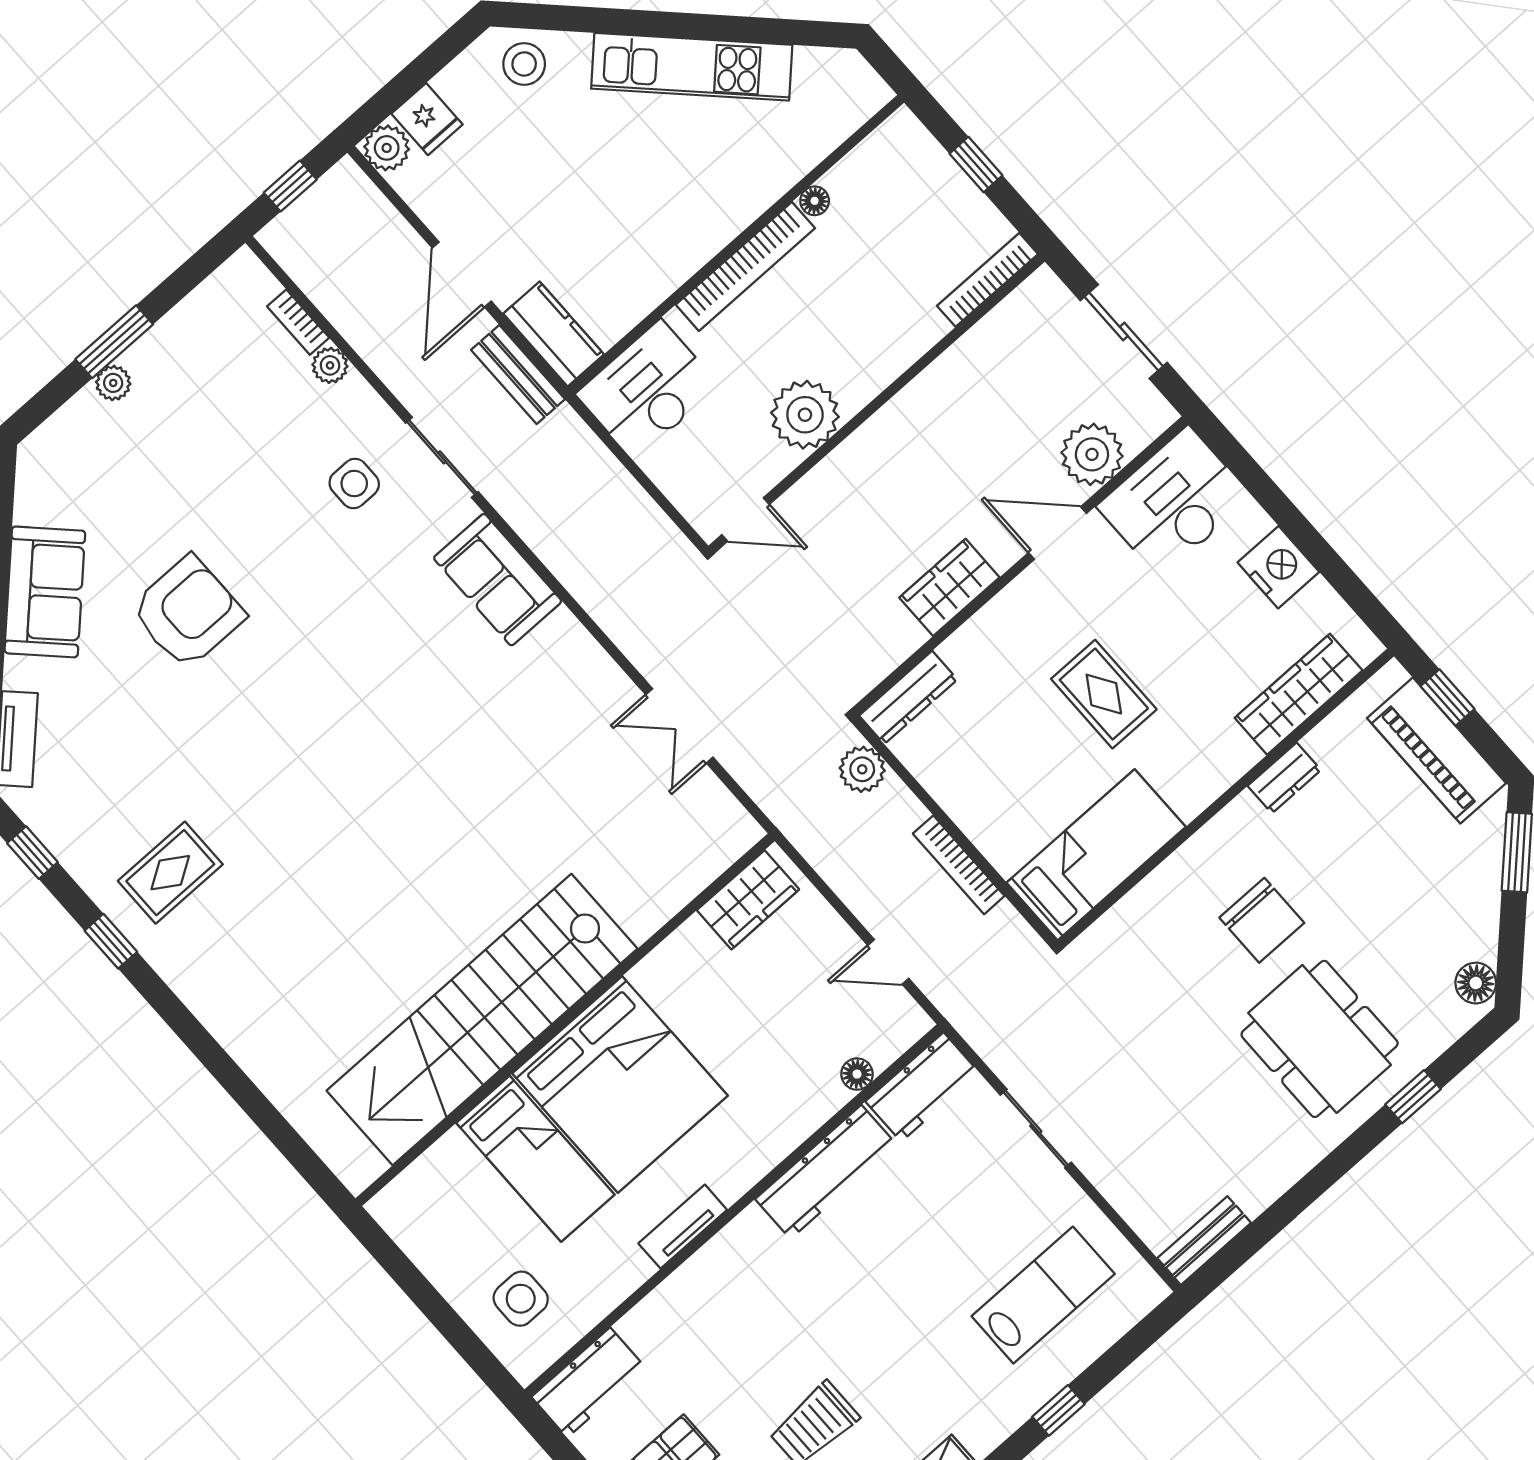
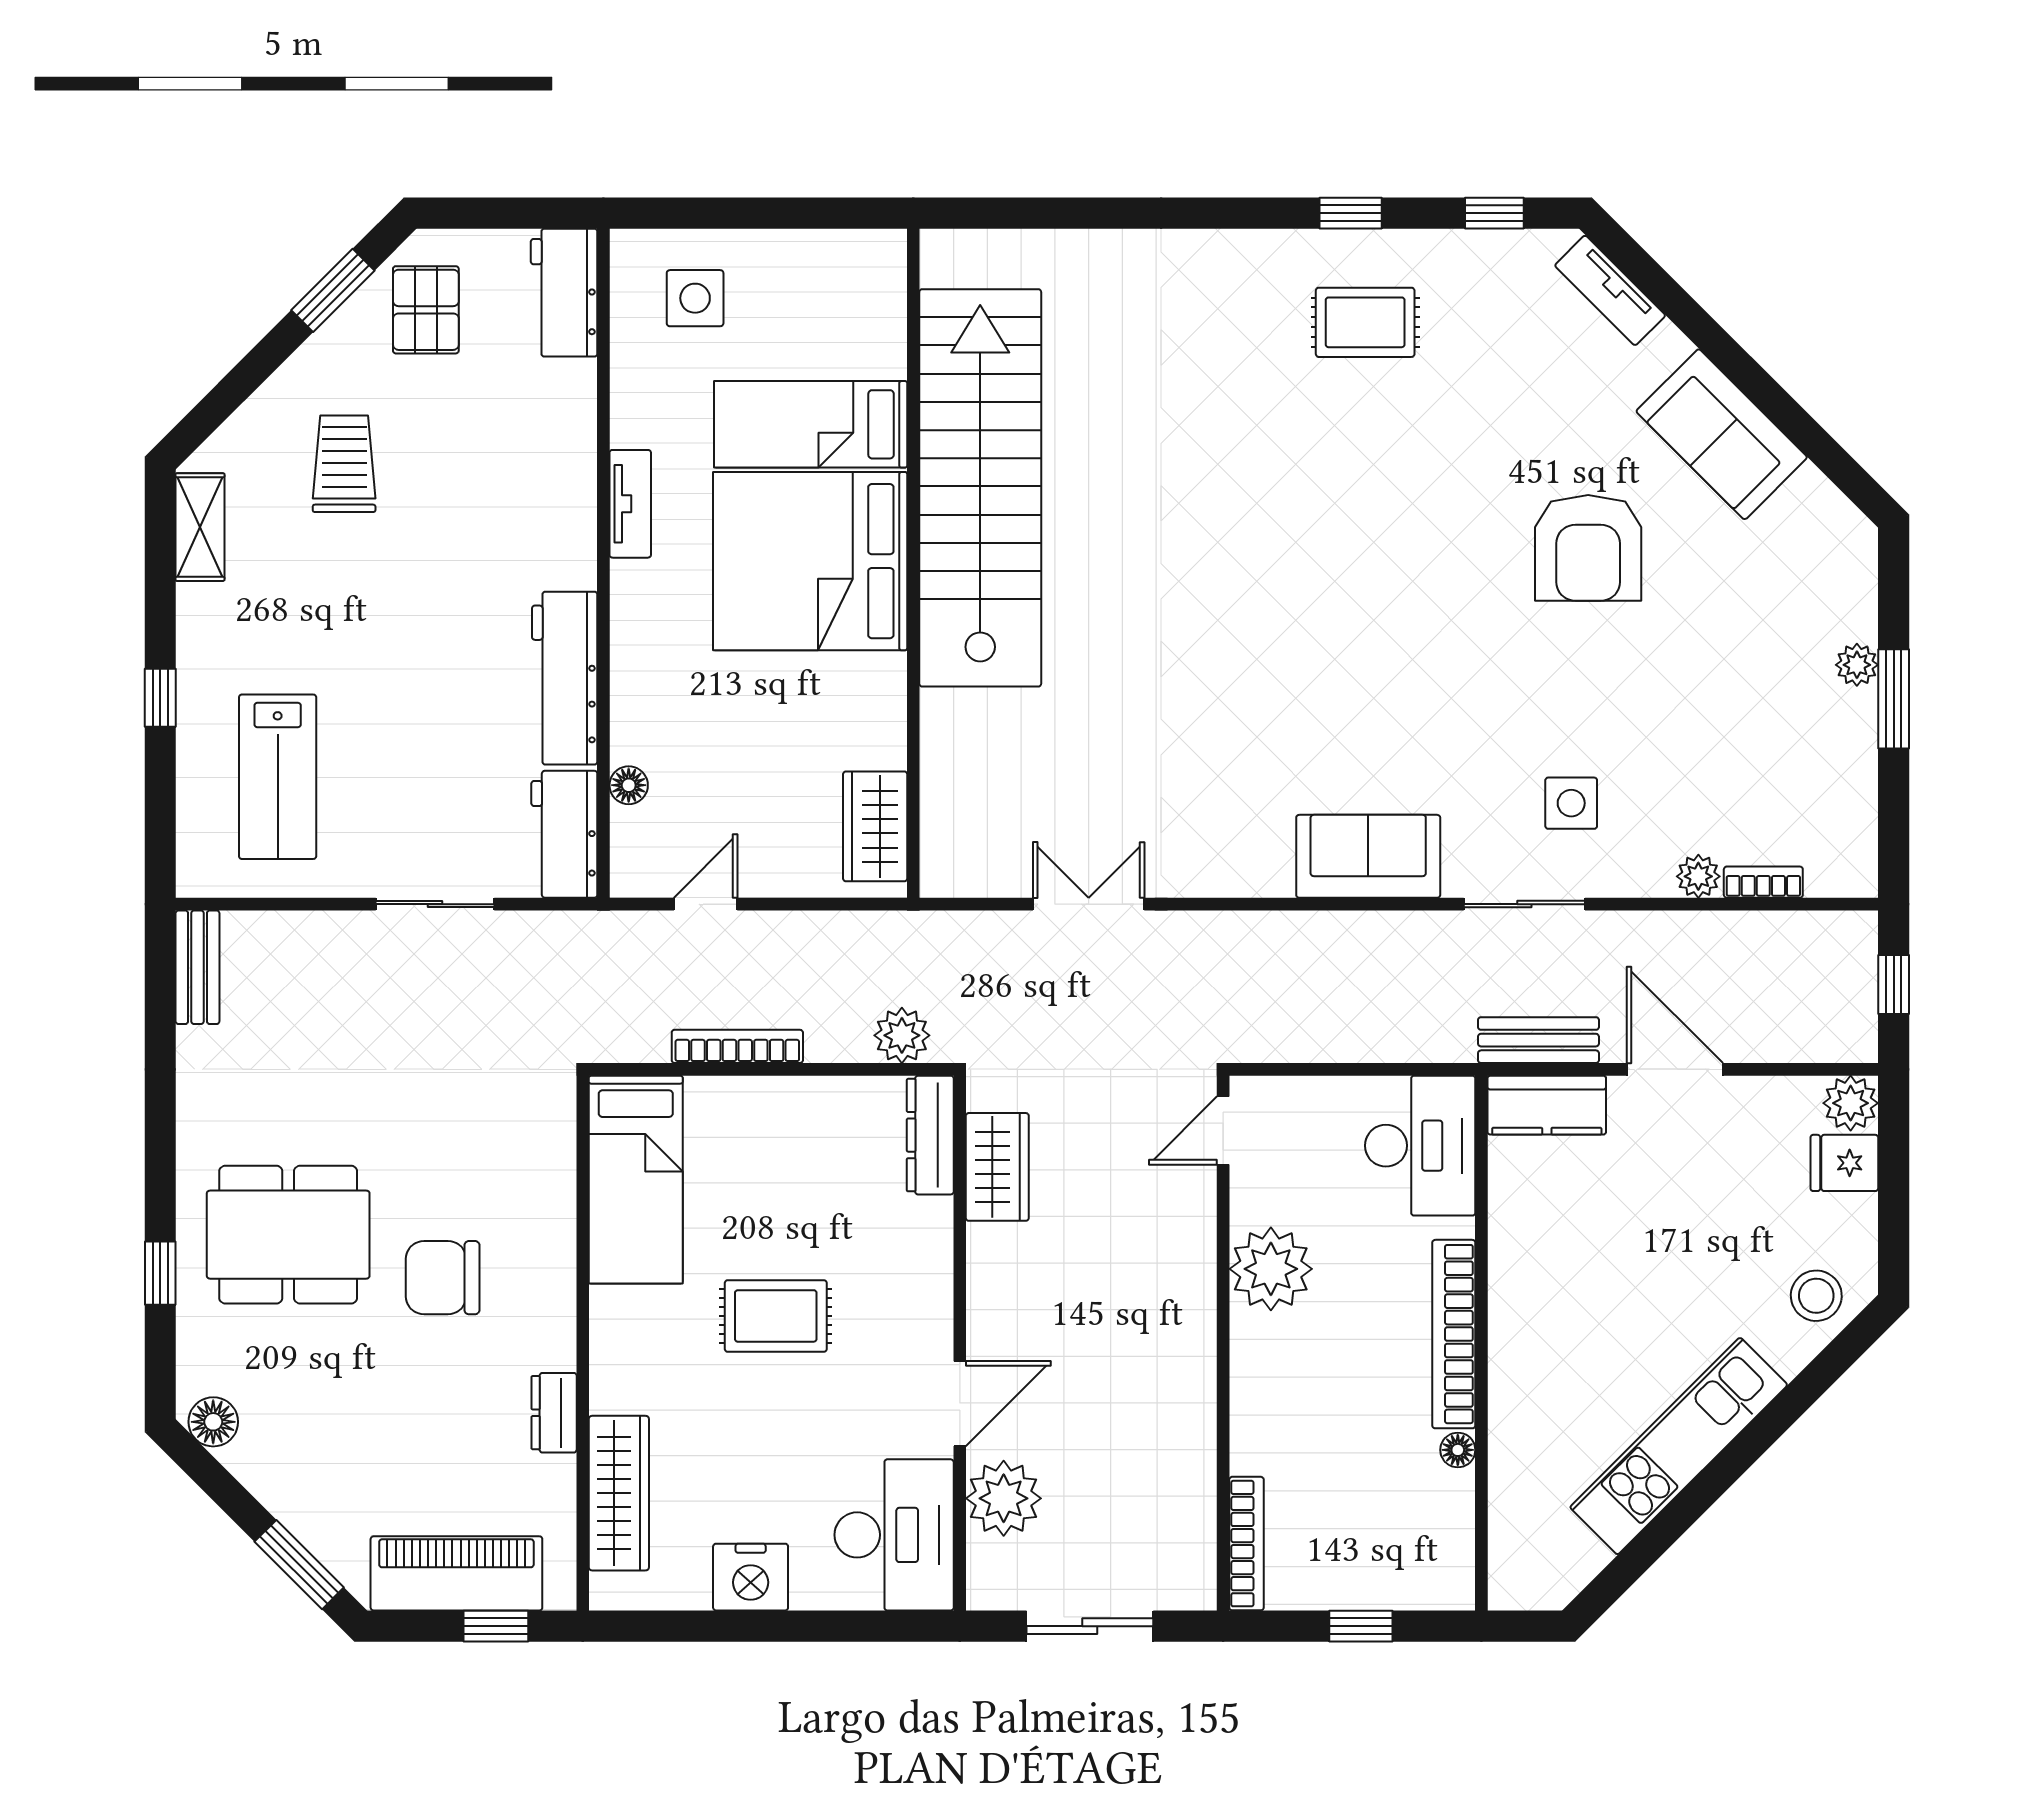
wardrobe: (949, 587) -> (997, 1167), moved
rug: (170, 873) -> (1365, 322), turned 90

